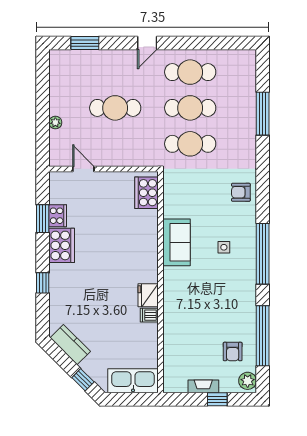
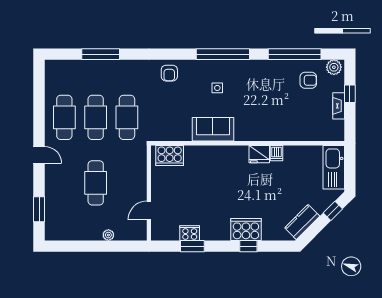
cooker: (62, 245) -> (246, 229), moved

